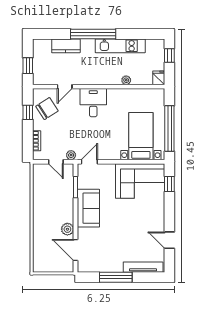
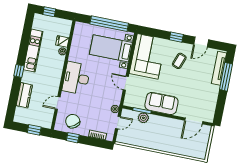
window: (93, 34) -> (19, 71), width x0.32
fridge: (159, 78) -> (62, 41), moved
door: (65, 87) -> (58, 103), swing flipped
desk: (93, 103) -> (76, 78), width x1.37
door: (89, 162) -> (126, 83), moved
window: (169, 184) -> (176, 37), moved
coffee table: (142, 219) -> (179, 61), added
plant: (67, 229) -> (143, 118), moved
window: (116, 277) -> (226, 77), moved

